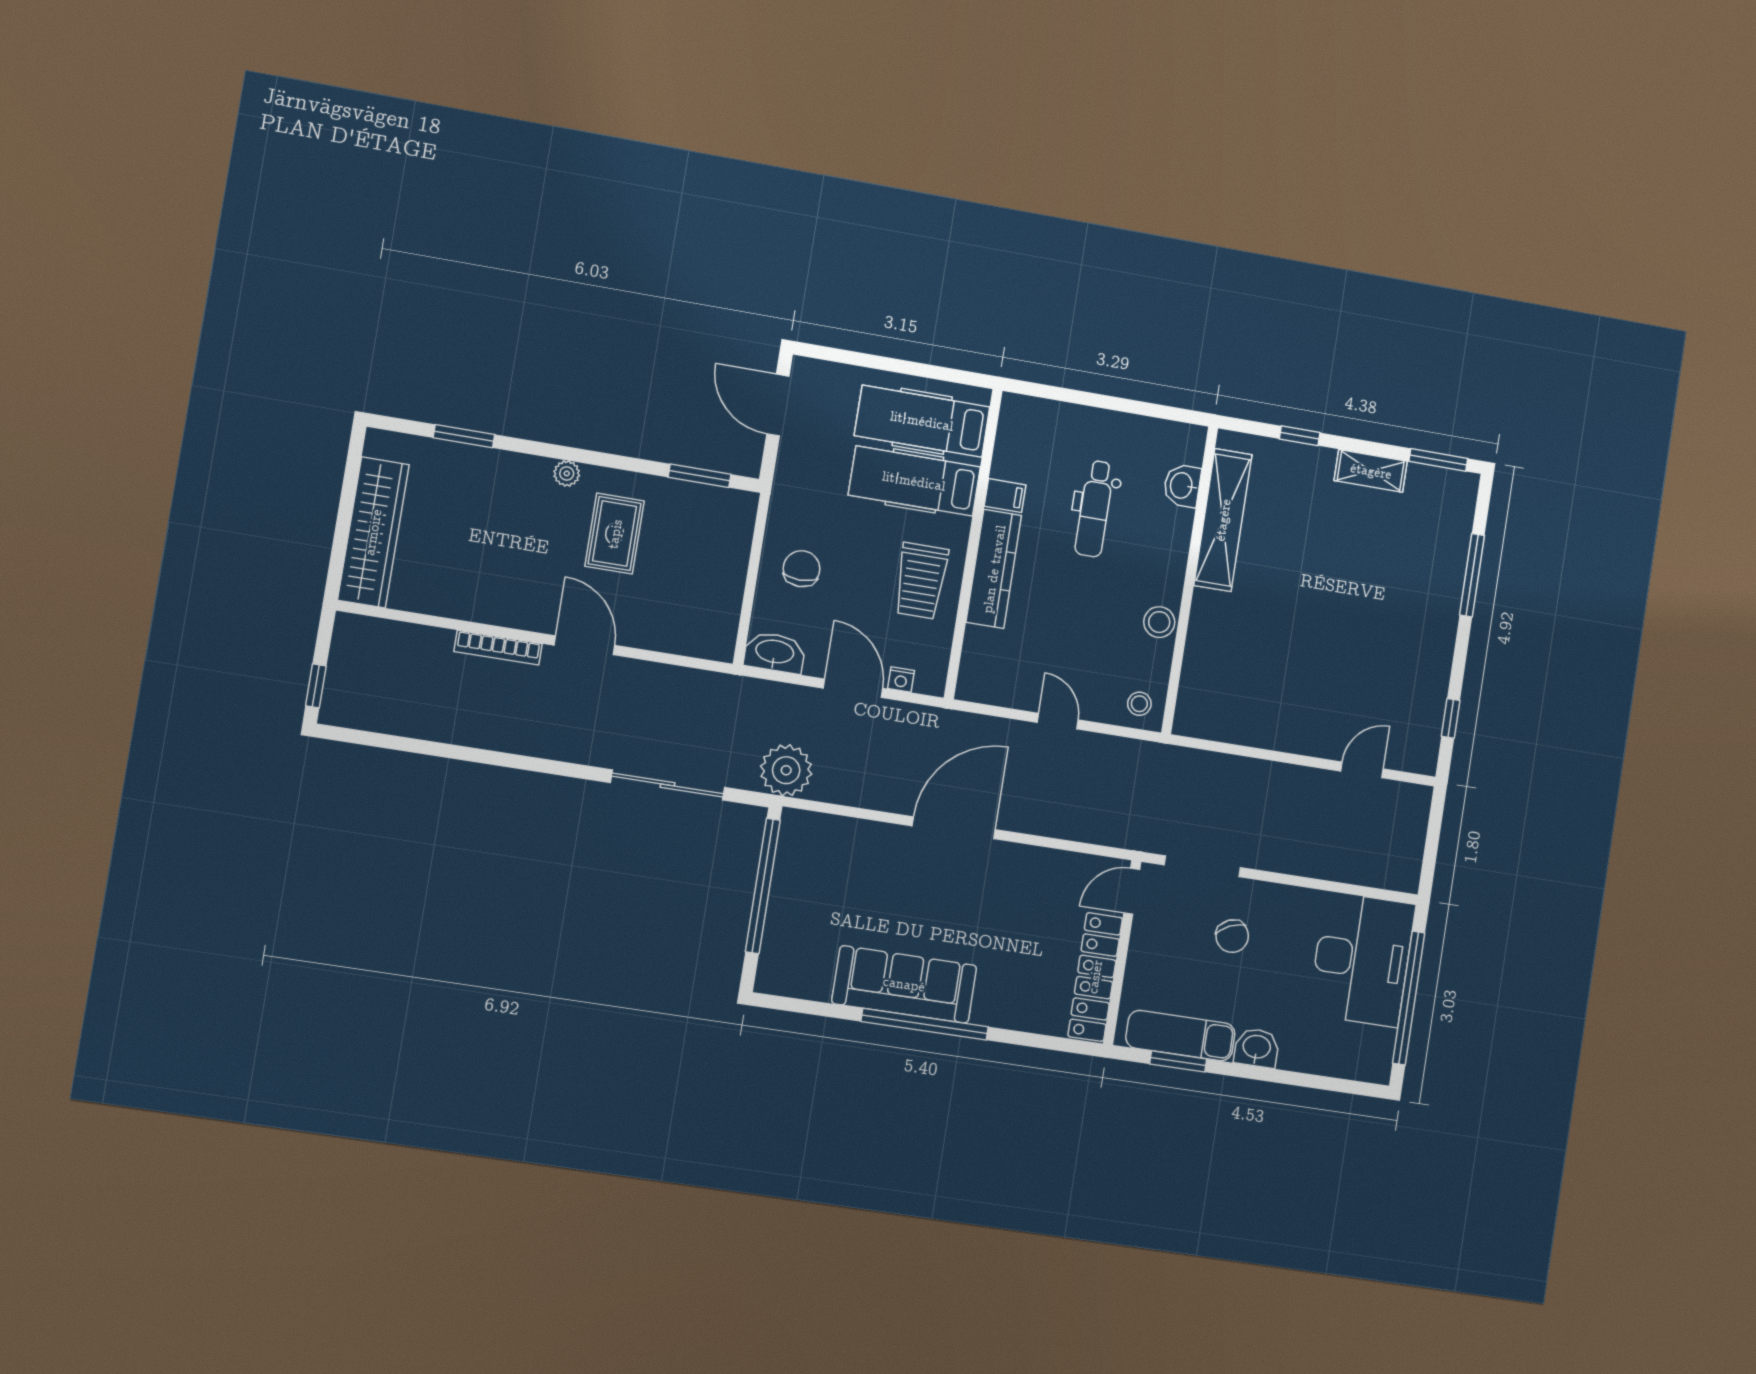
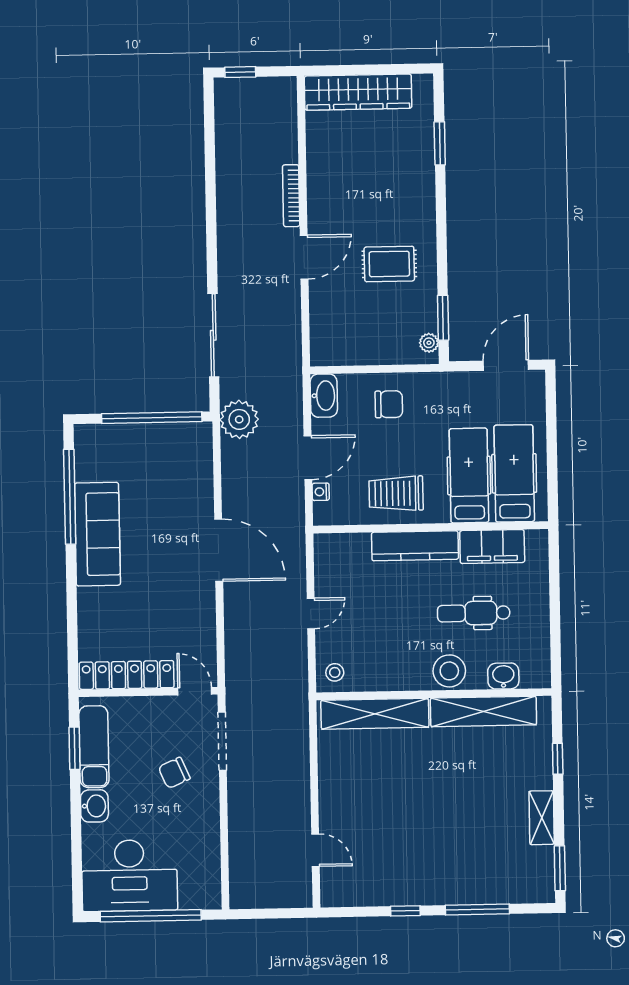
plant: (567, 473) -> (429, 343), moved
filing cabinet: (1005, 496) -> (492, 547), width x3.00, depth x1.17
stool: (1159, 622) -> (449, 671), moved, width x1.38, depth x1.38
shelving: (1202, 661) -> (375, 714), added
window: (1451, 718) -> (405, 911), moved
desk: (1362, 959) -> (129, 876), moved
window: (925, 1024) -> (70, 497), moved

